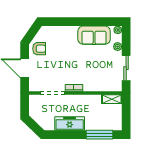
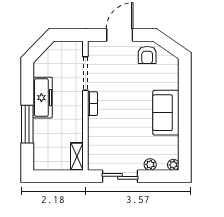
sofa: (94, 35) -> (166, 113), moved
window: (100, 135) -> (27, 124), moved

